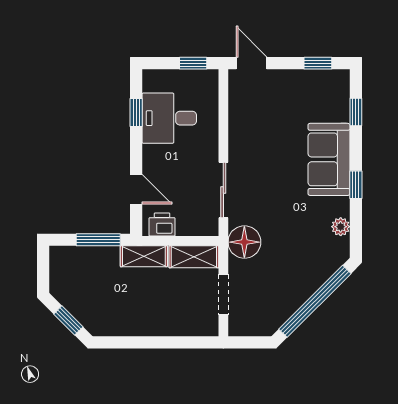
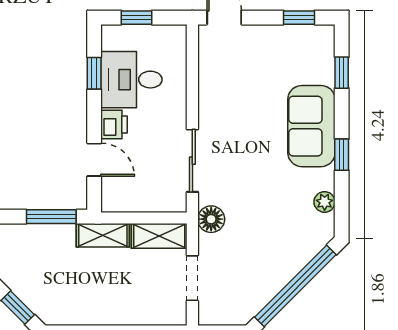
window: (193, 63) -> (136, 18), moved
printer: (162, 225) -> (114, 124), moved, turned 90
floor lamp: (244, 242) -> (211, 219), width x0.73, depth x0.73

